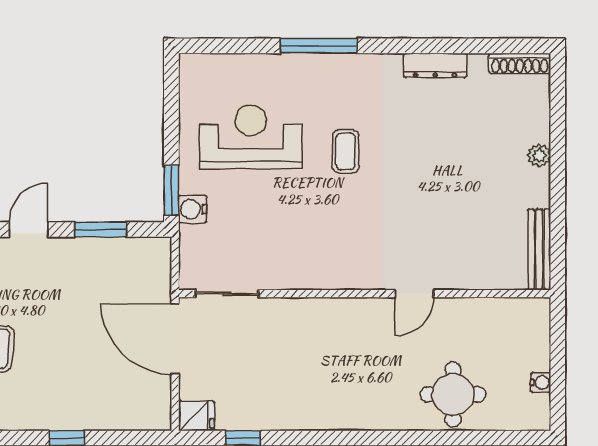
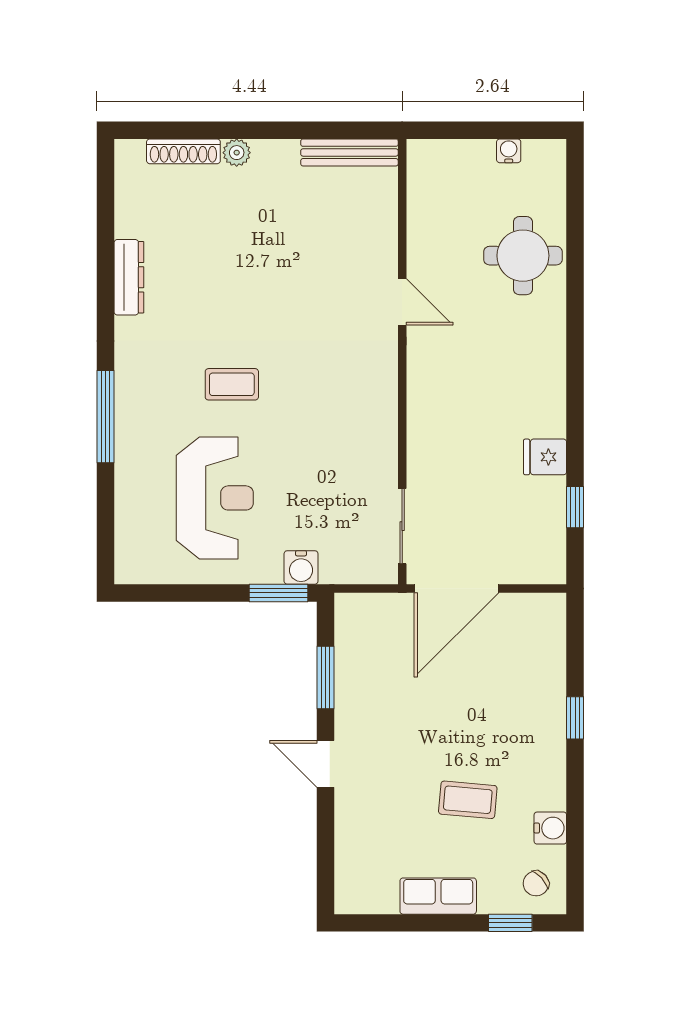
shoe rack: (520, 63) -> (183, 151), moved, turned 90
reception desk: (251, 137) -> (215, 498), turned 180
fridge: (196, 416) -> (545, 457), moved, turned -90

